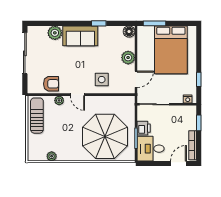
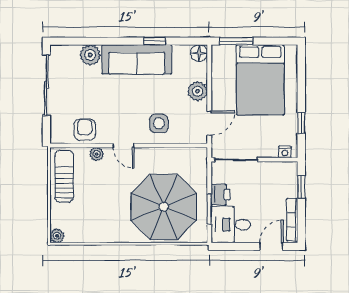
sofa: (80, 36) -> (137, 59), width x1.36
armchair: (51, 84) -> (85, 130), turned -90
plant: (52, 156) -> (57, 236), moved

